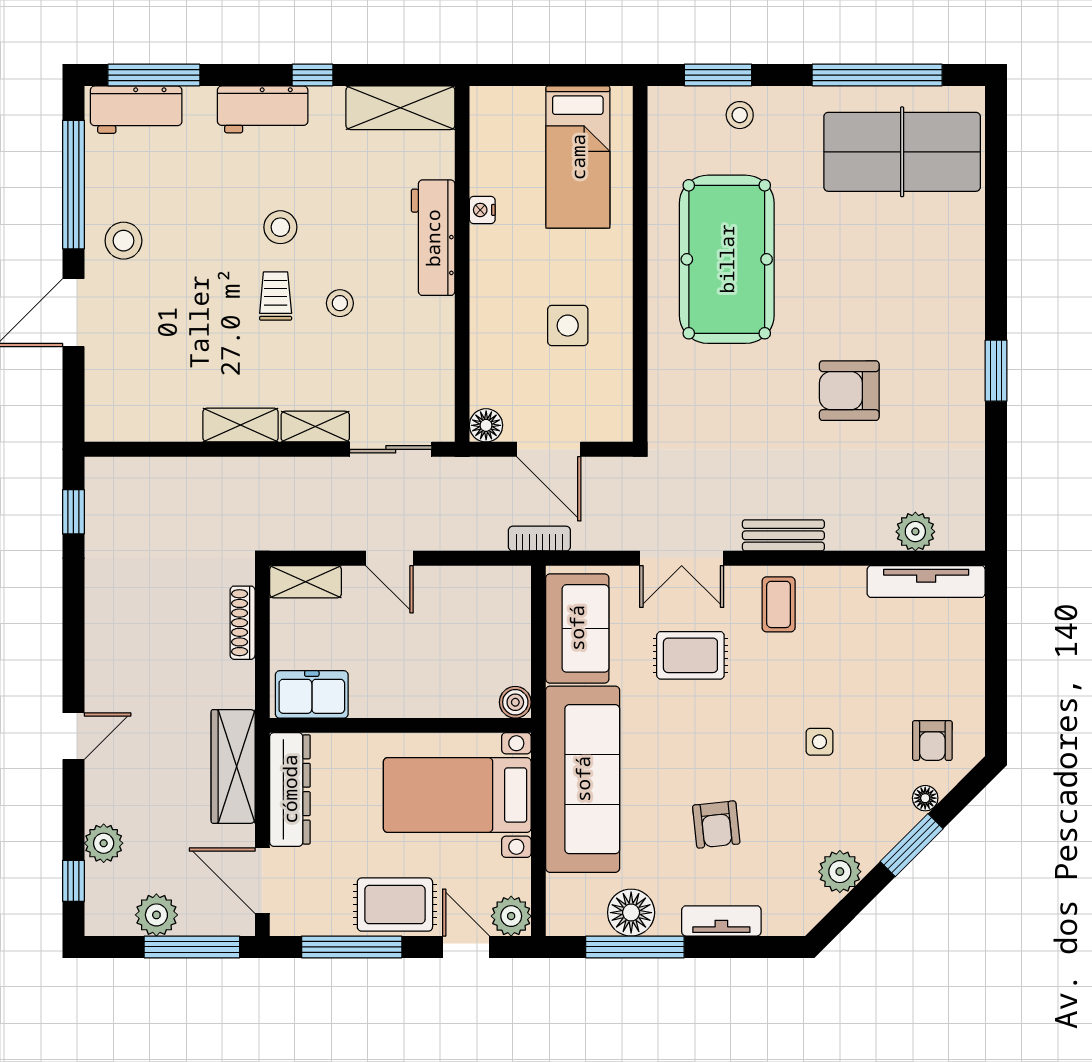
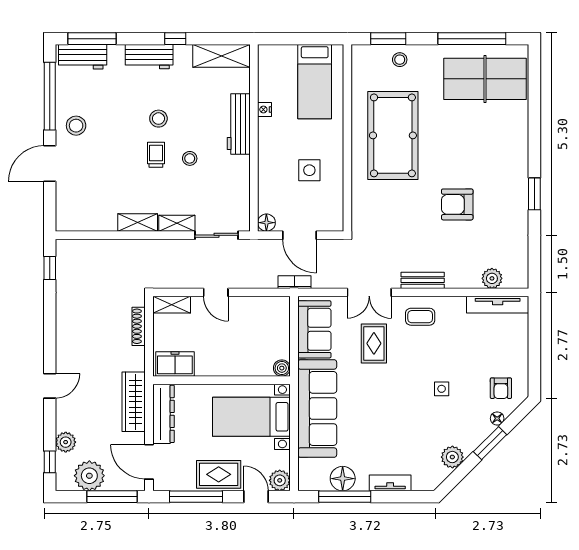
coffee table: (779, 604) -> (420, 317), turned 90
rug: (690, 655) -> (374, 343), turned 90
armchair: (716, 824) -> (387, 432), removed
plant: (156, 915) -> (89, 476), width x1.36, depth x1.36

